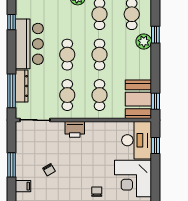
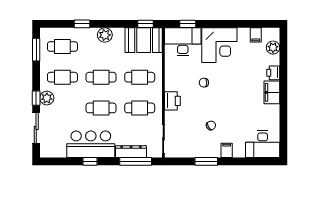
window: (11, 22) -> (90, 161), moved
plant: (144, 42) -> (105, 35), moved
chair: (97, 192) -> (204, 83), moved

